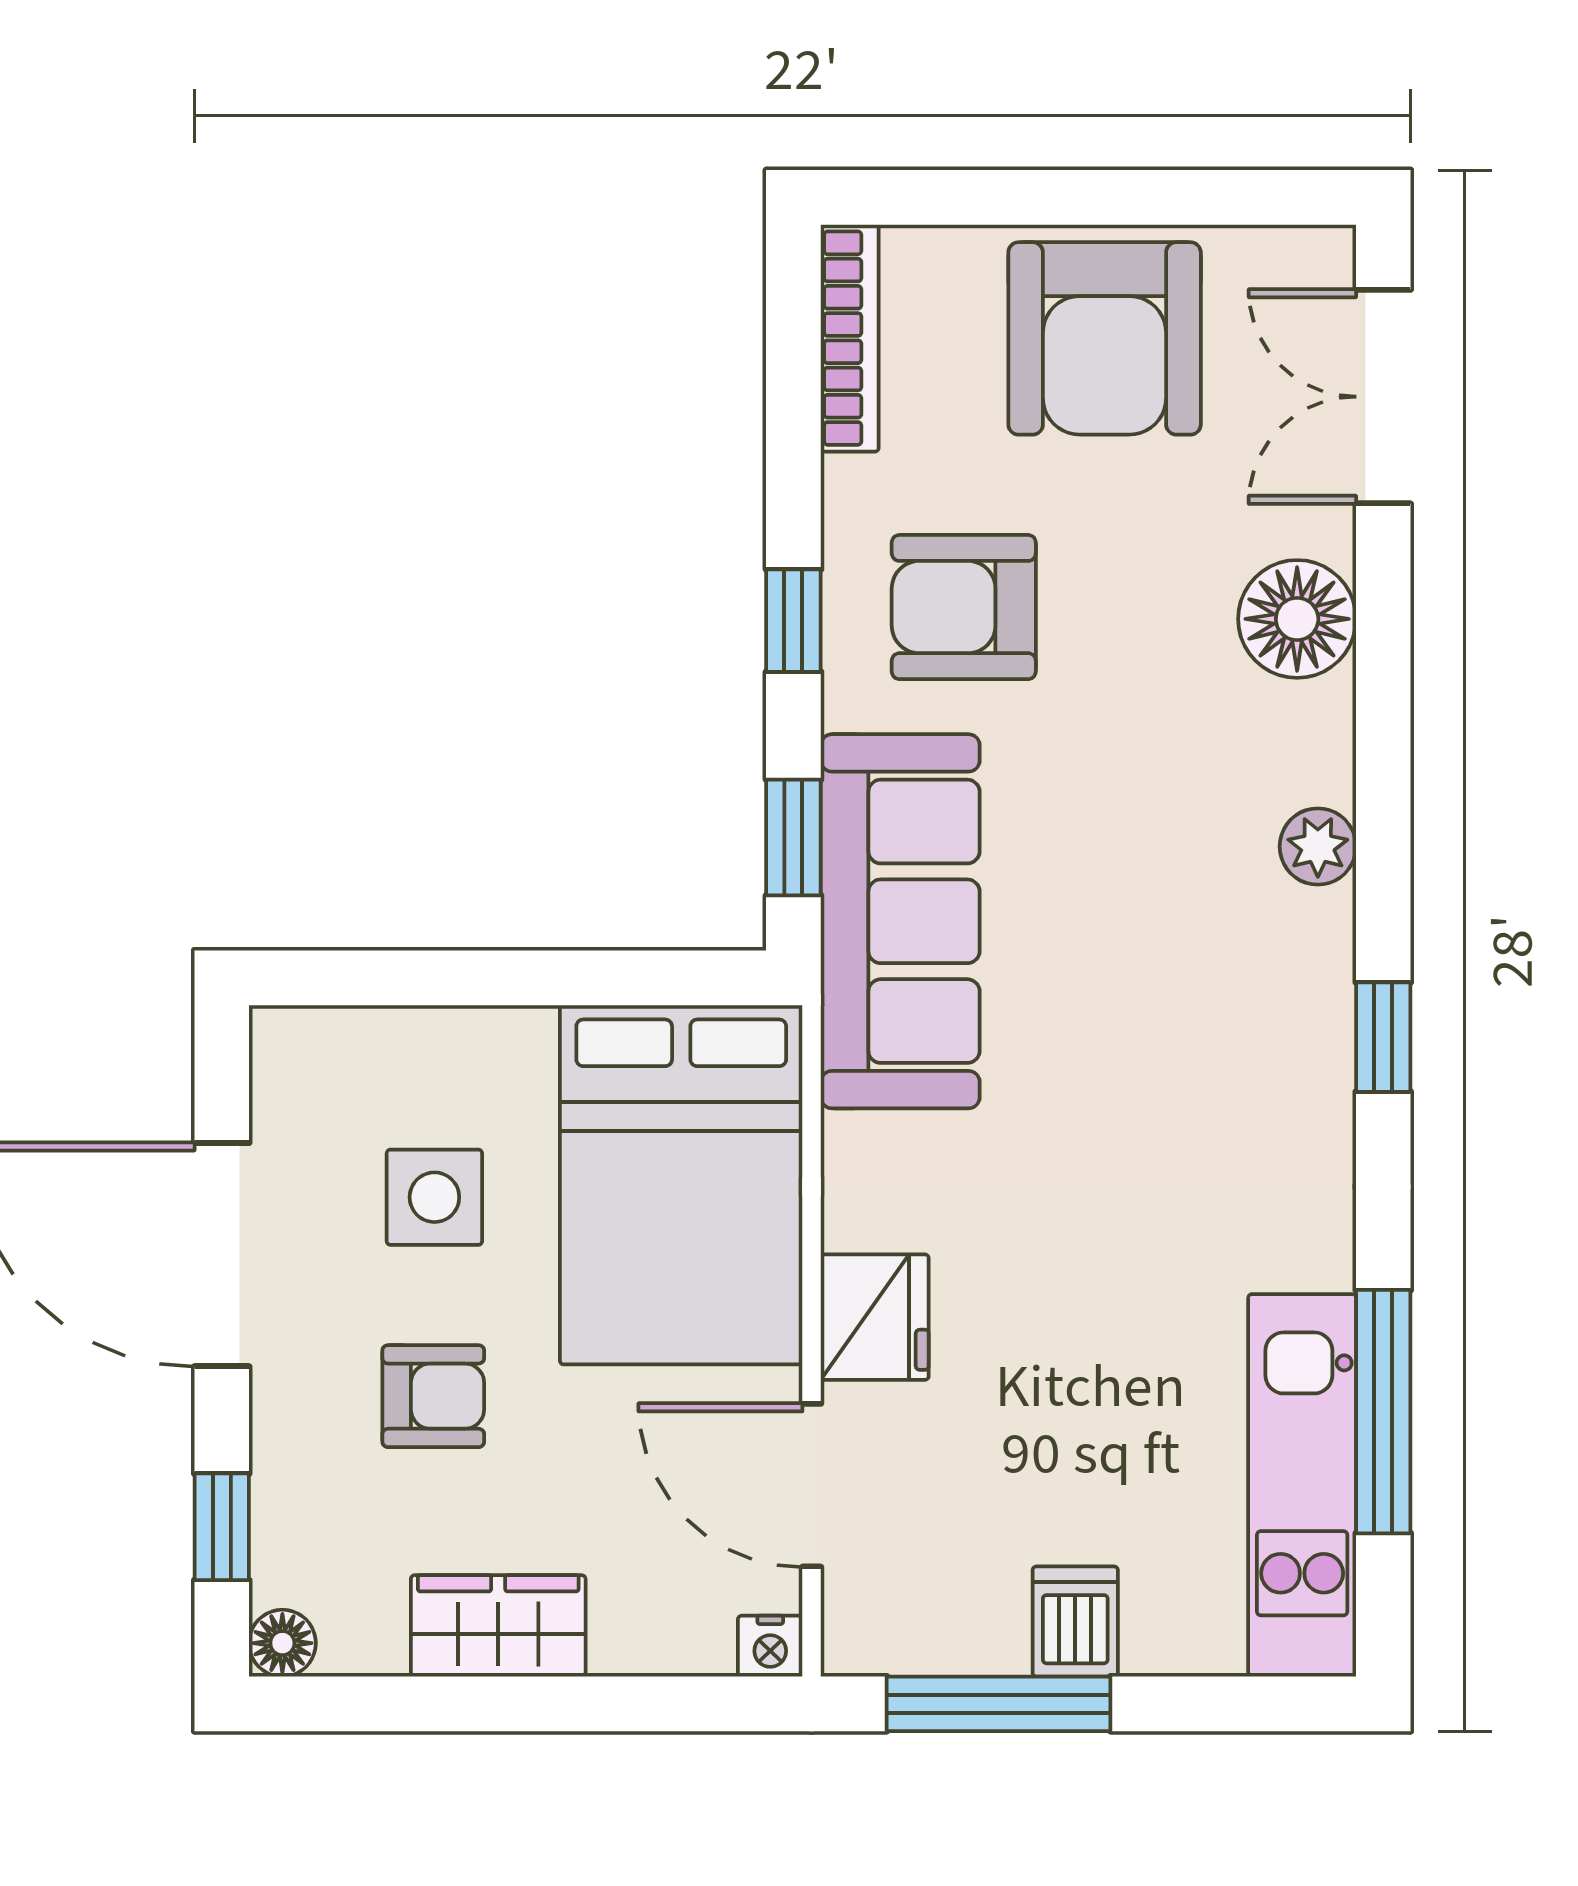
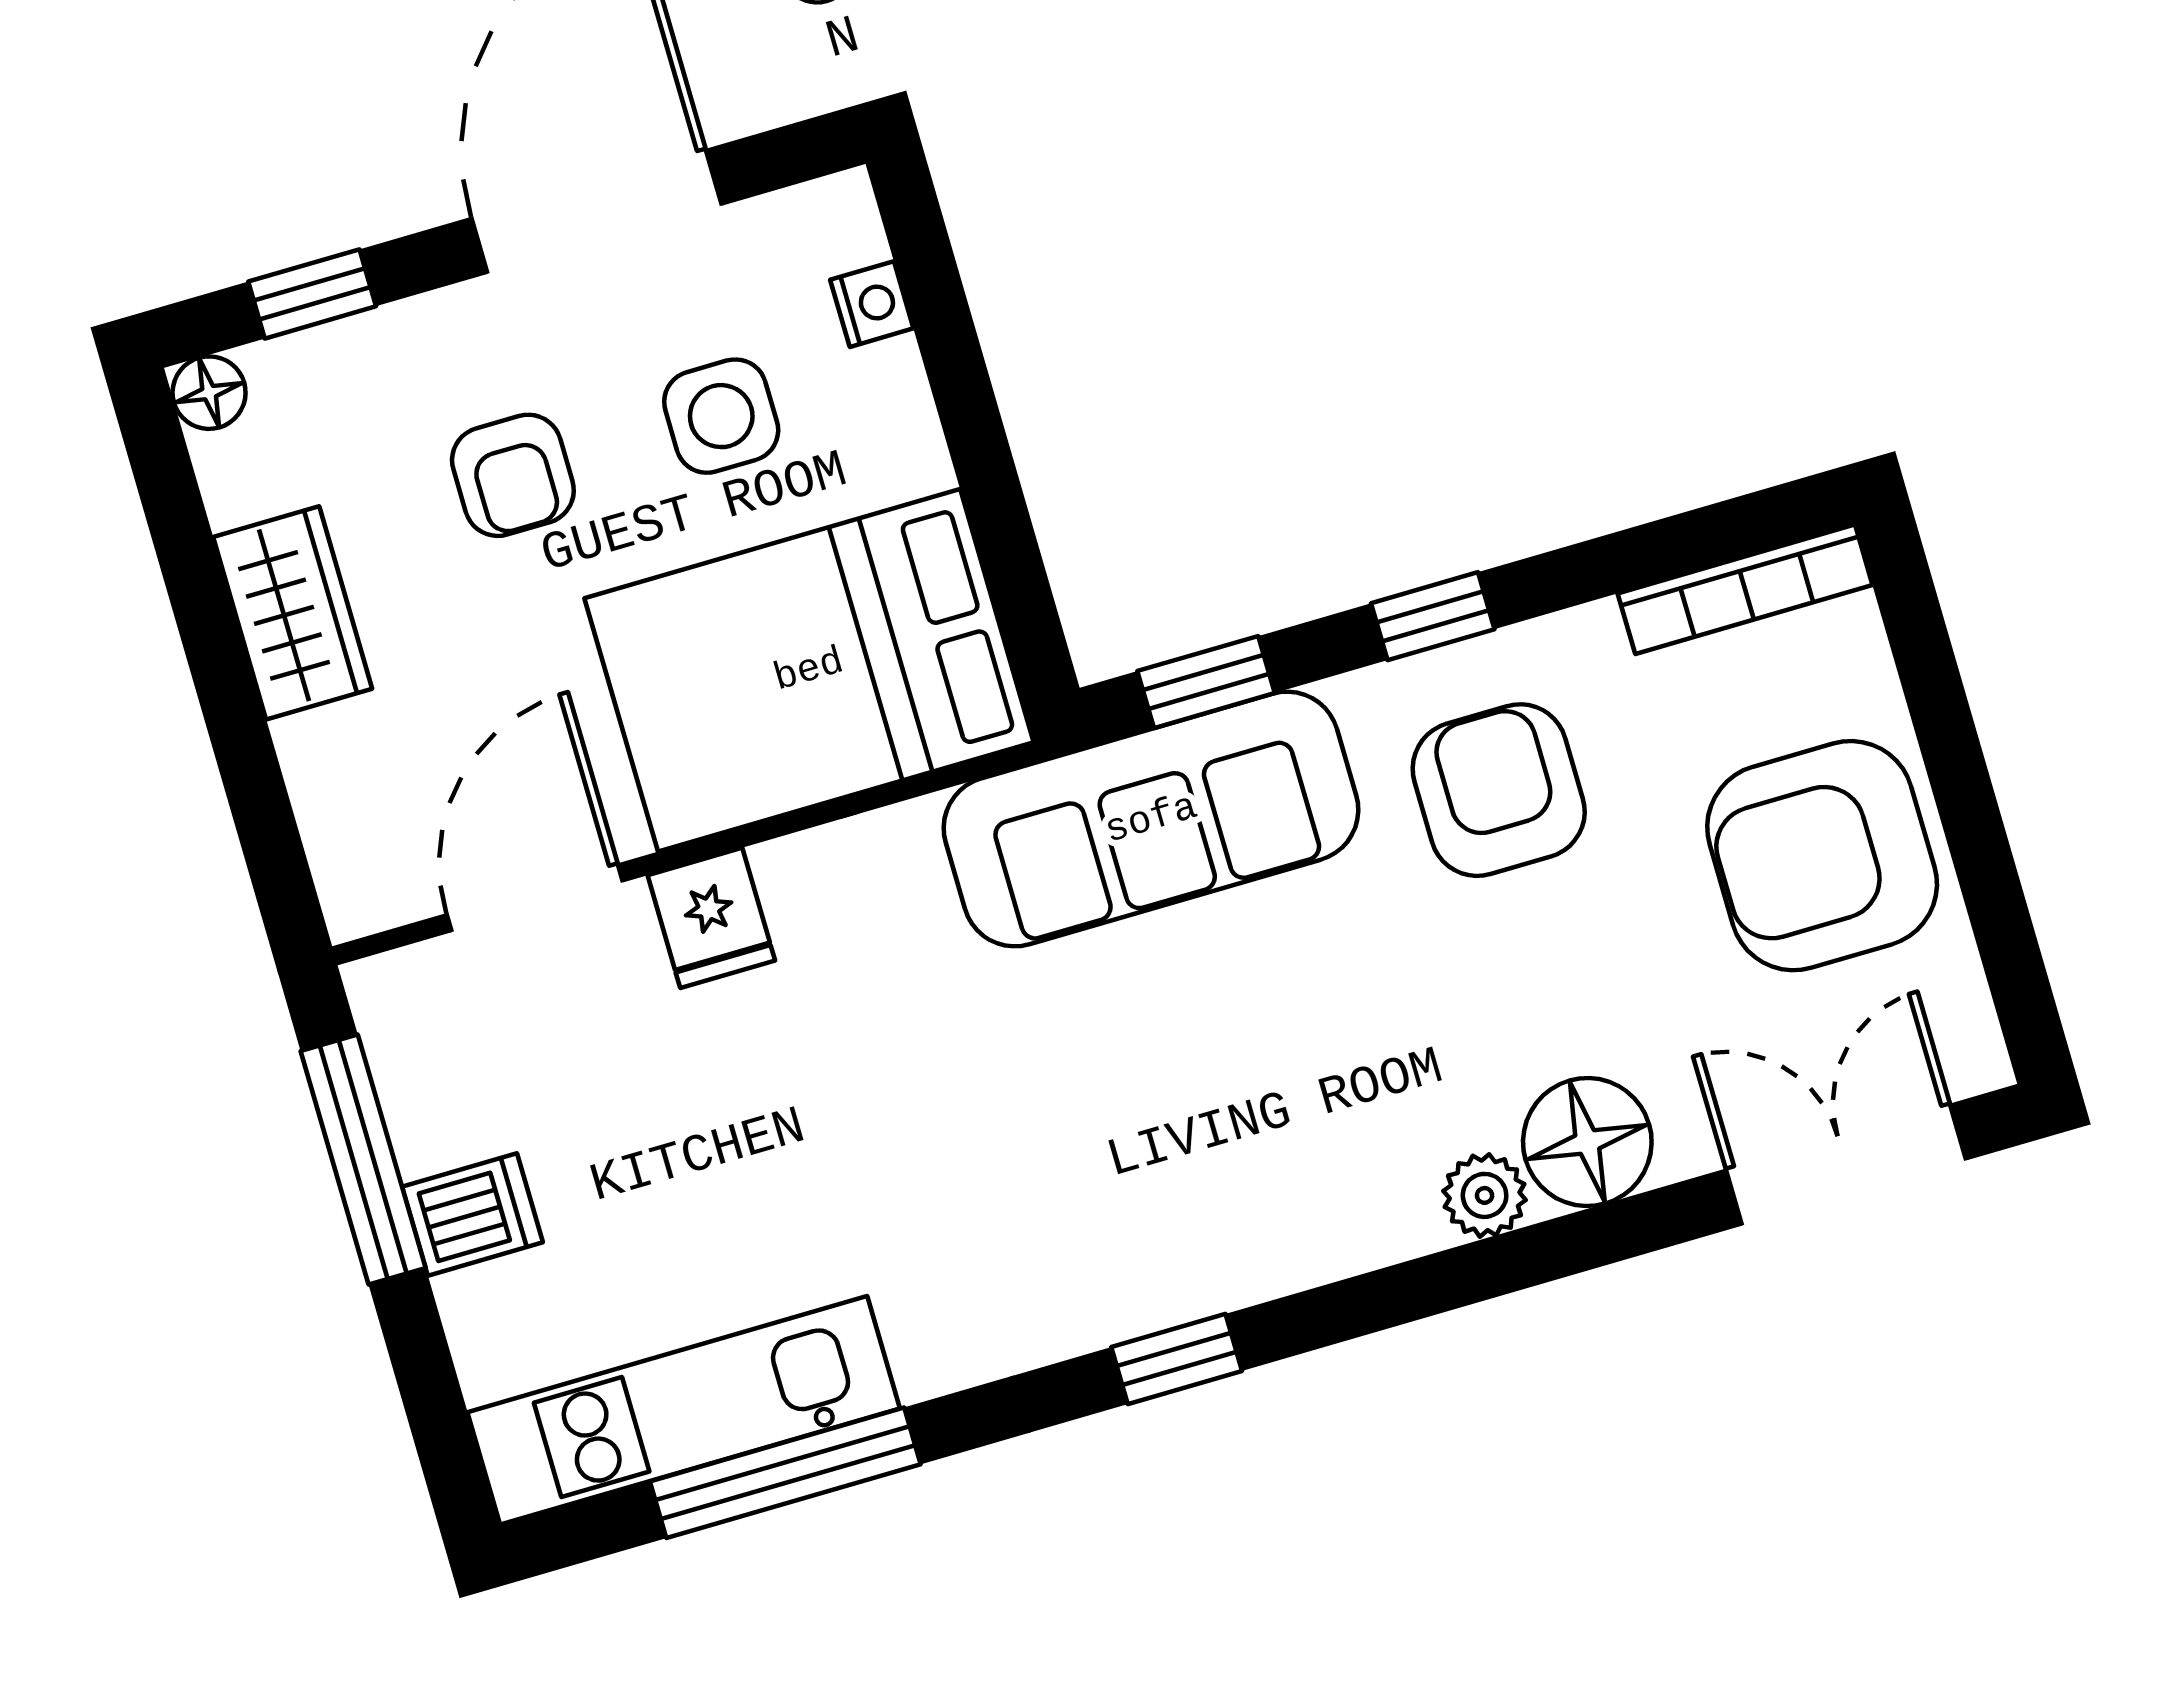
plant: (1318, 846) -> (1485, 1195), moved
fridge: (875, 1317) -> (711, 918), width x0.72
nightstand: (770, 1646) -> (872, 304), moved, turned 180

